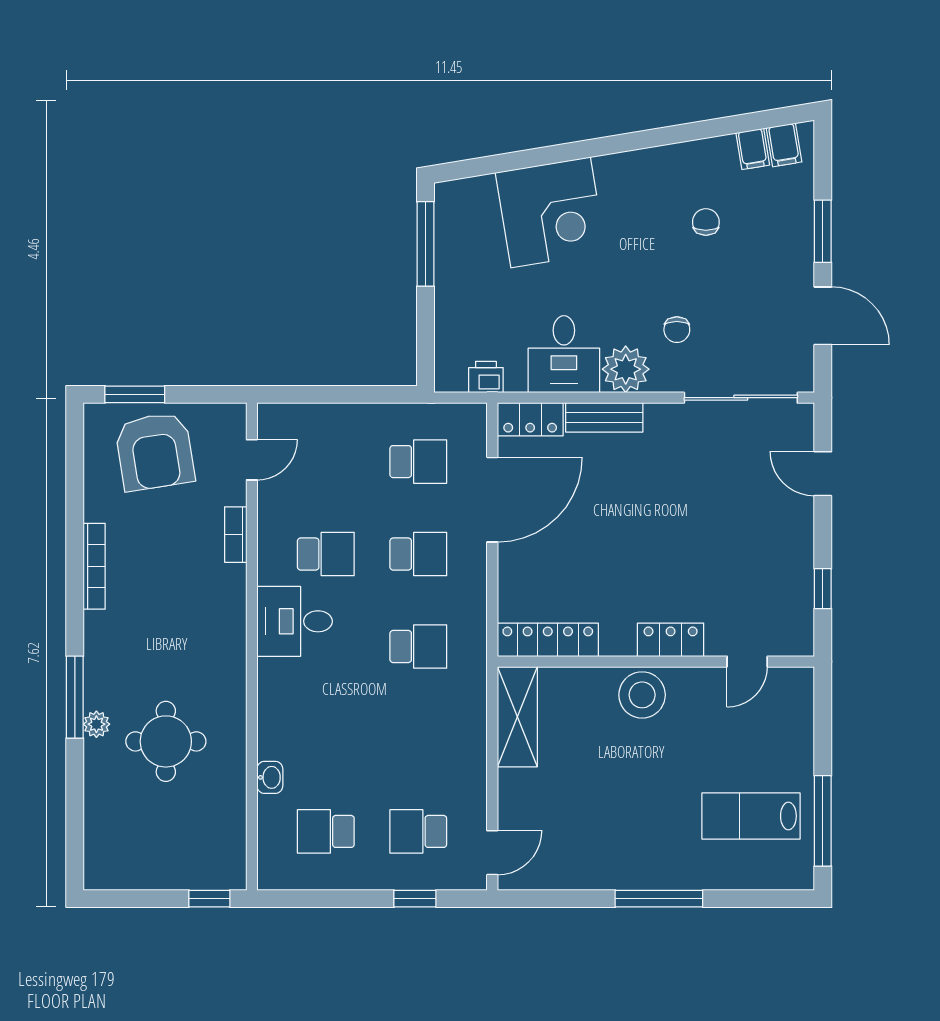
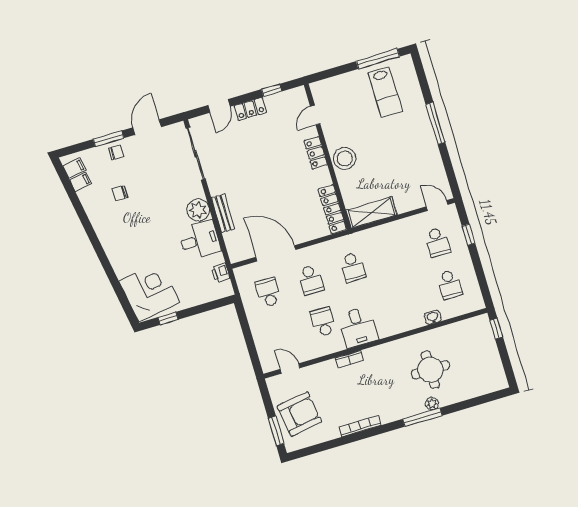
corner desk: (551, 212) -> (149, 292), moved
window: (425, 244) -> (168, 318), width x0.46
chair: (677, 330) -> (116, 152), moved
locker: (530, 419) -> (250, 109), moved, turned 90
bookcase: (236, 535) -> (349, 359), moved
school desk: (418, 554) -> (311, 280), turned 180
school desk: (418, 647) -> (353, 267), turned 180
door: (747, 662) -> (315, 115), swing flipped

